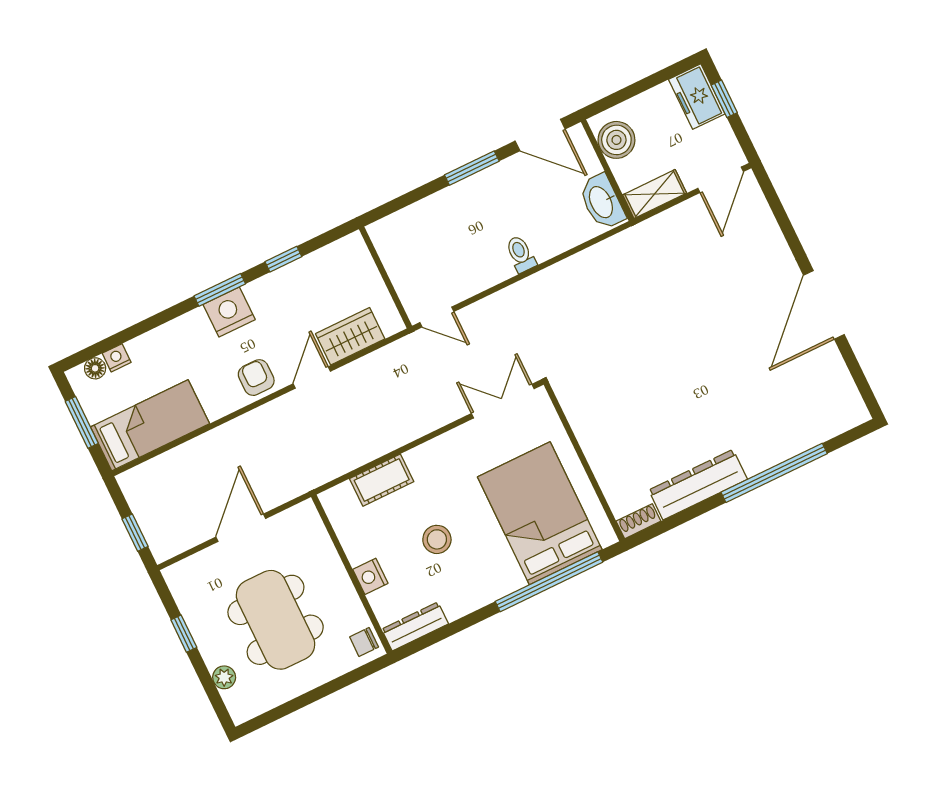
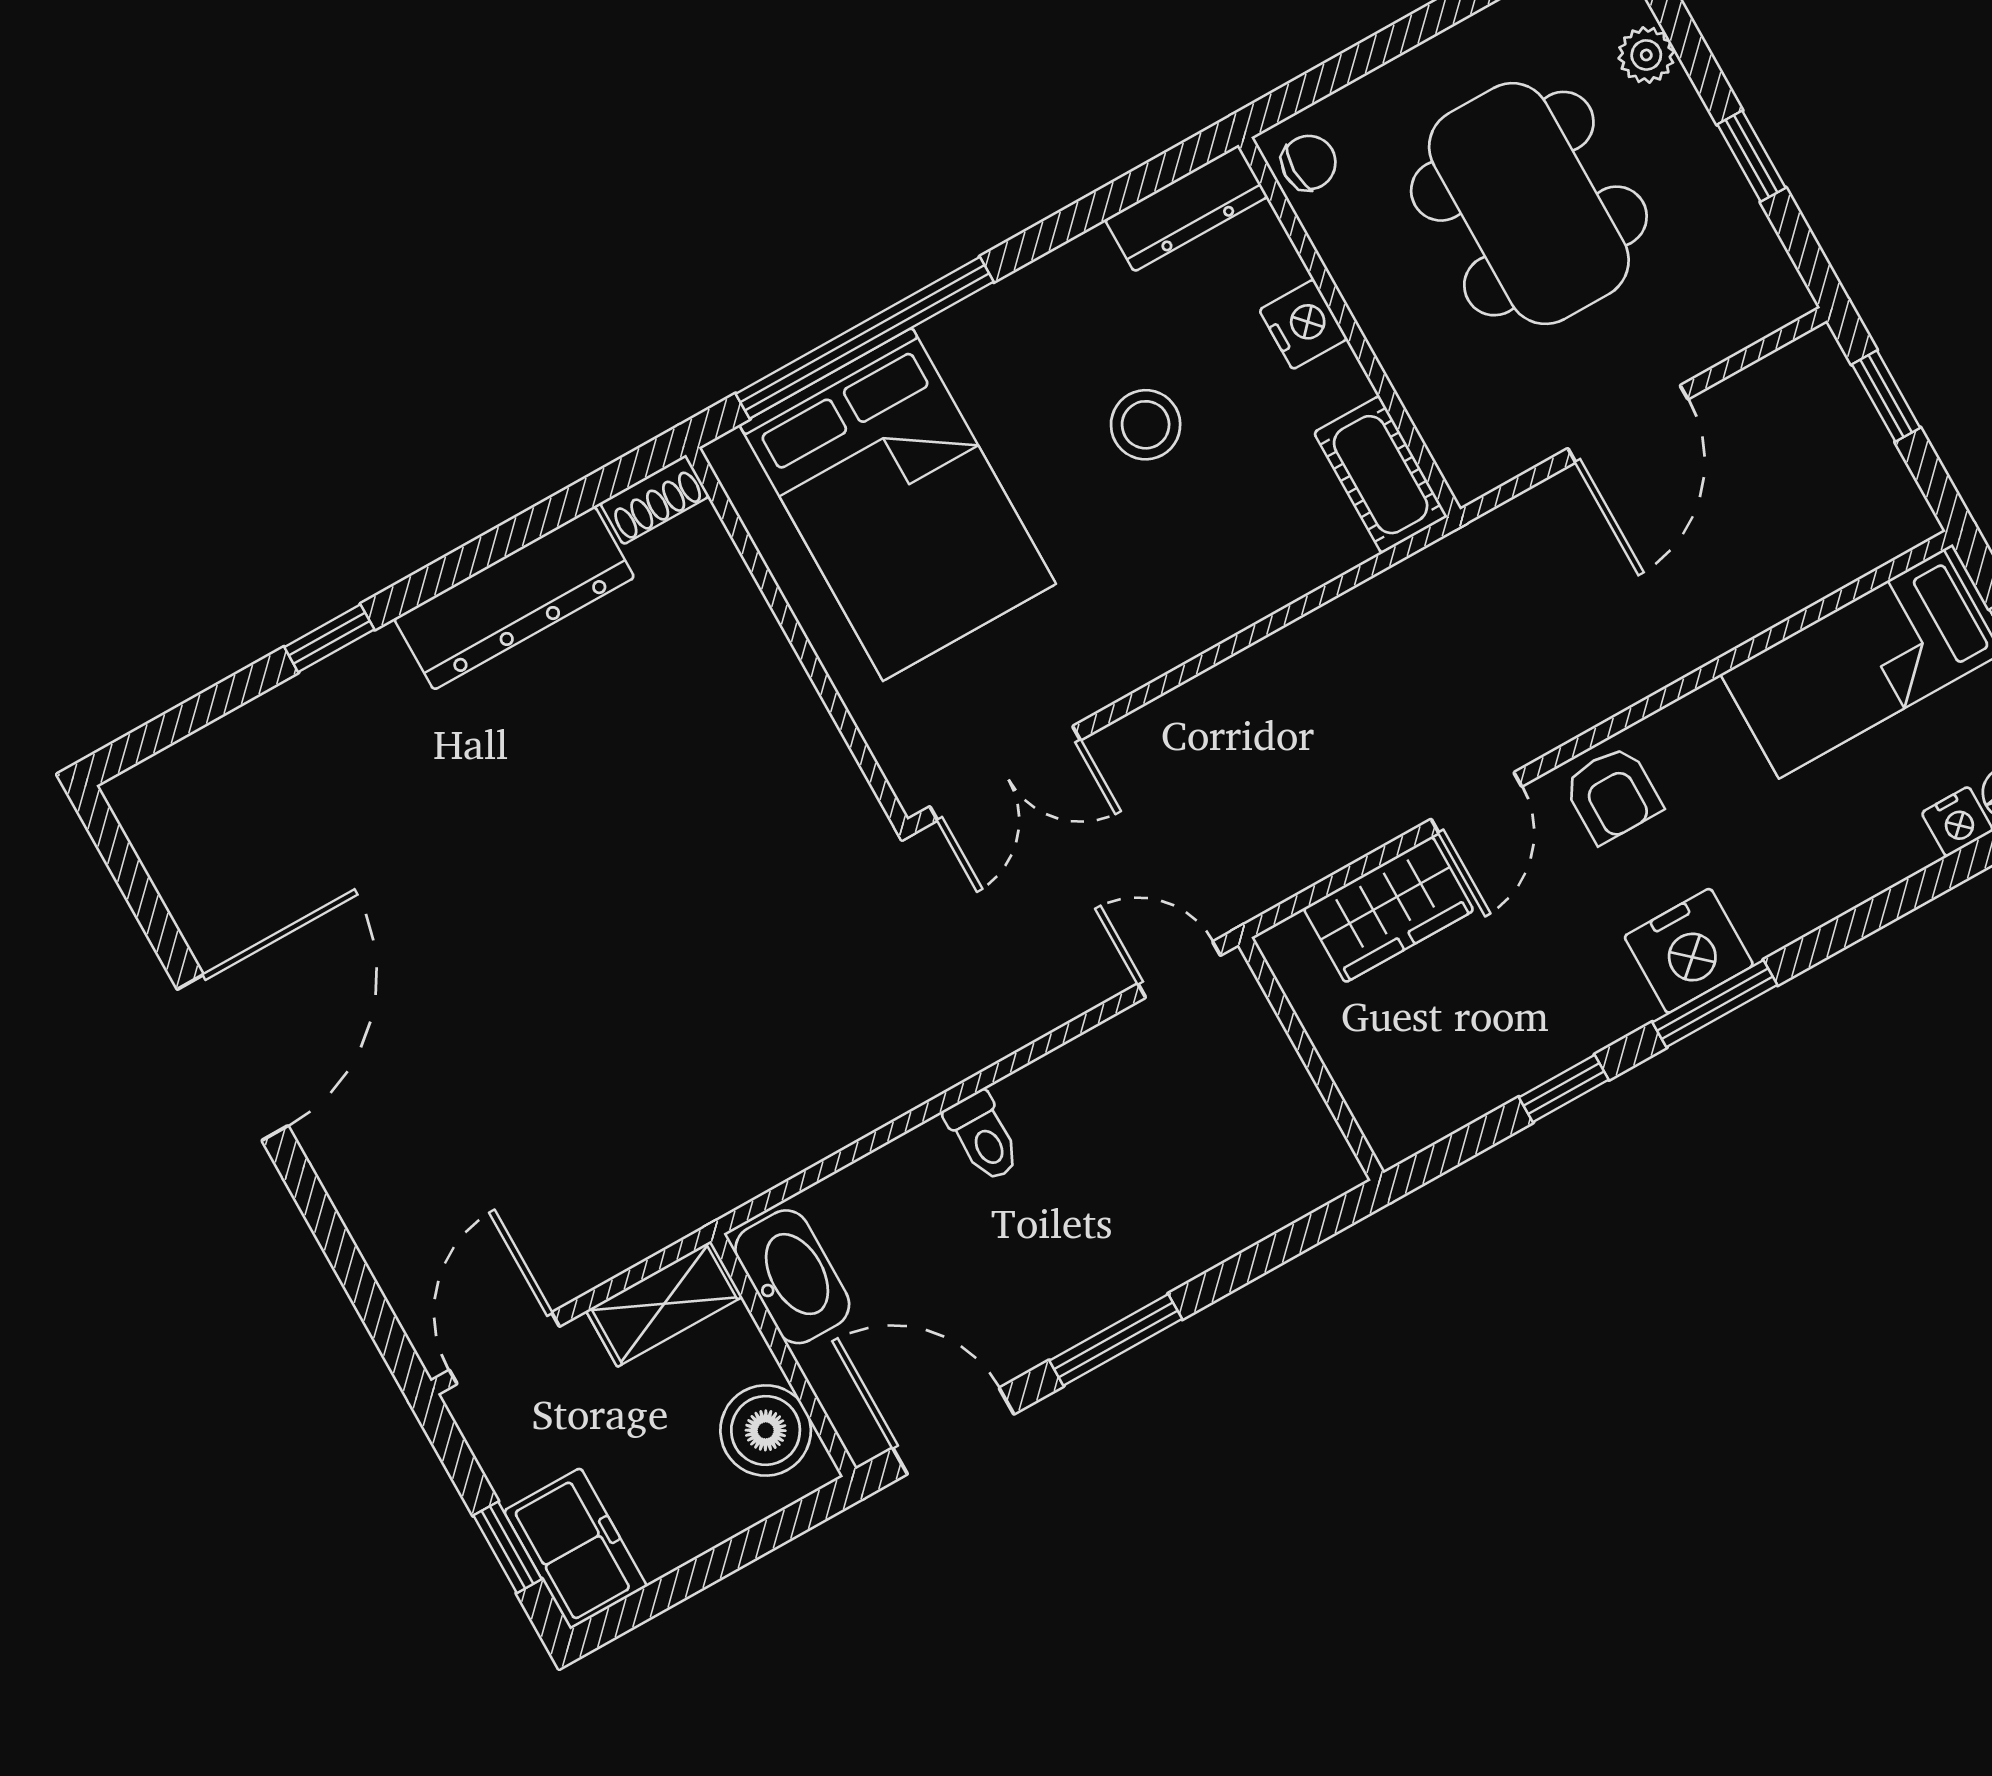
window: (774, 473) -> (329, 638), width x0.32
cot: (382, 480) -> (1381, 475), moved, turned 90

